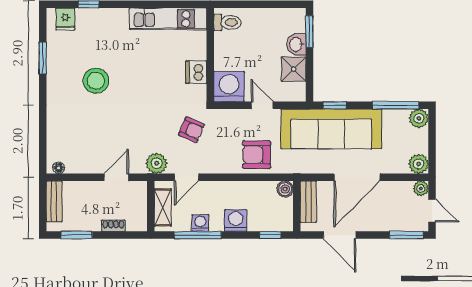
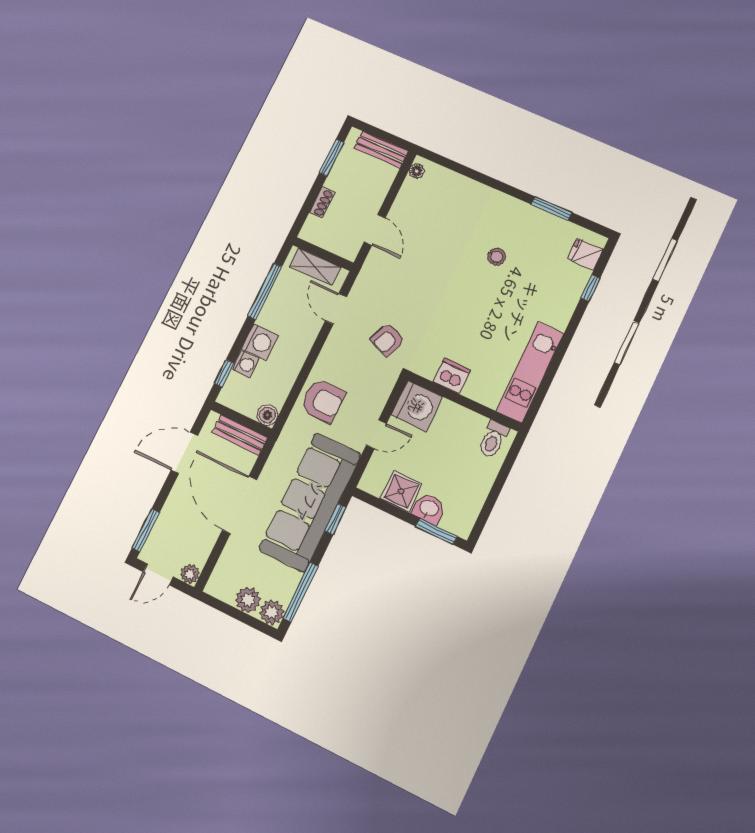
stool: (96, 81) -> (497, 257), width x0.53, depth x0.53
armchair: (257, 155) -> (323, 401), turned 90
plant: (157, 163) -> (368, 282), removed
plant: (419, 164) -> (248, 600), moved
washing machine: (200, 223) -> (245, 364), moved

